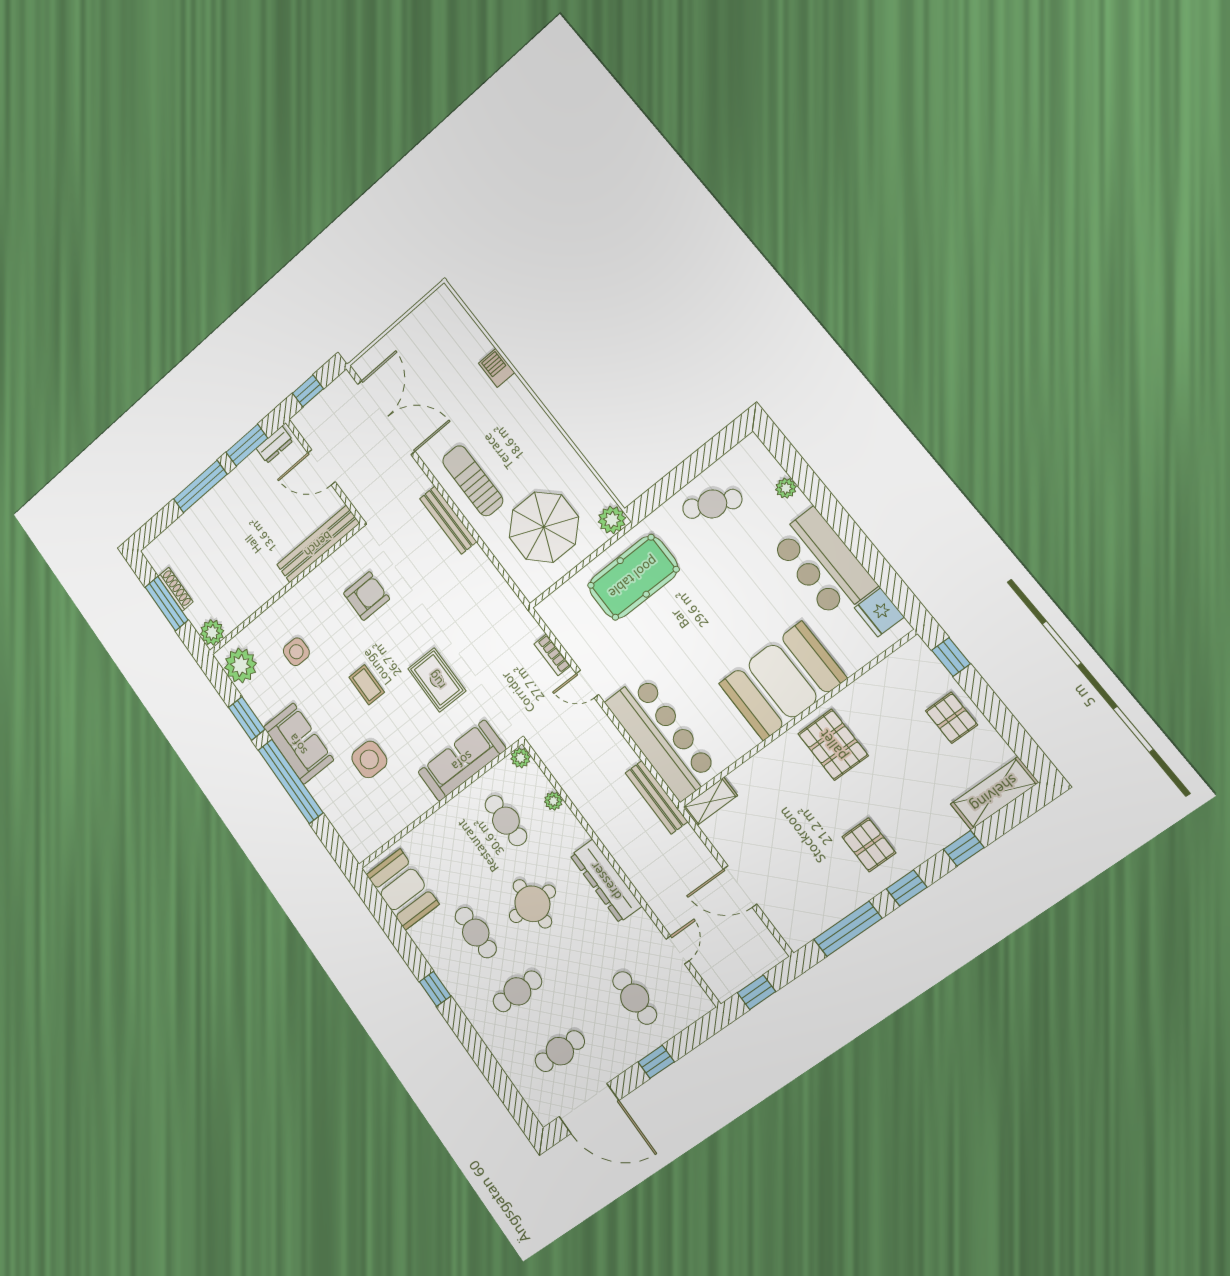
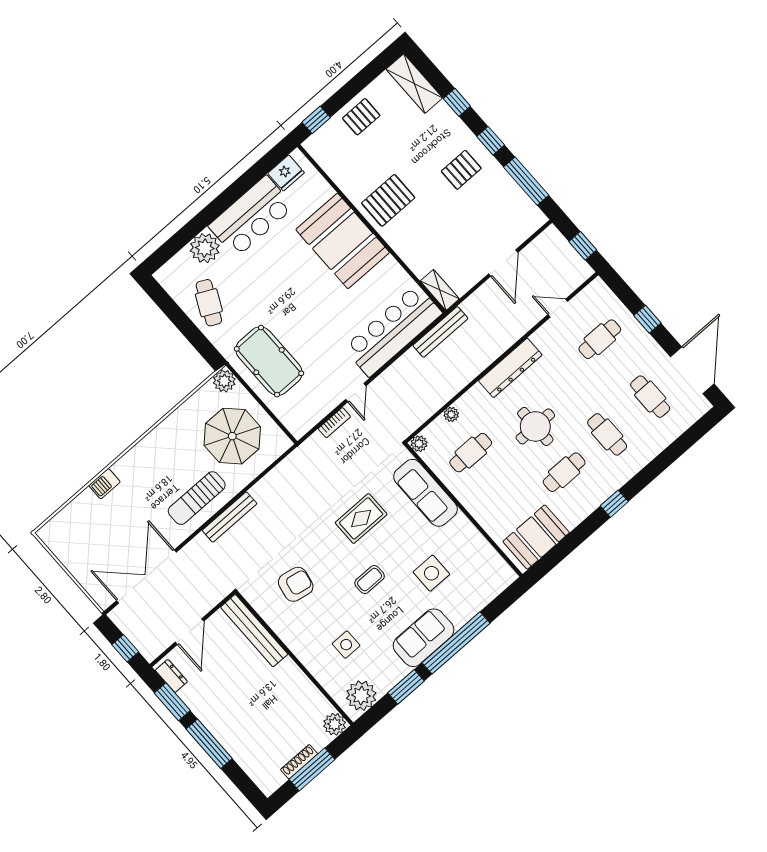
plant: (786, 488) -> (205, 248), width x1.87, depth x1.87
armchair: (367, 596) -> (296, 584), turned 101

